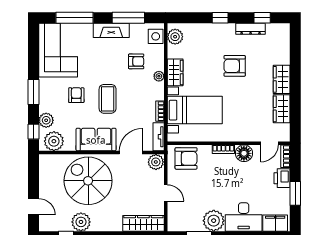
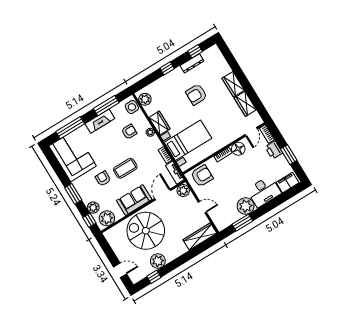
coffee table: (108, 99) -> (125, 168), turned 90

